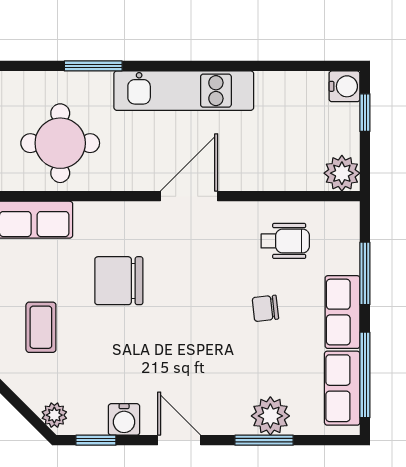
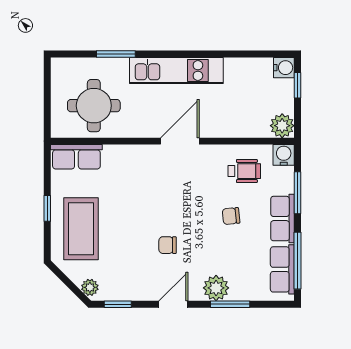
chair: (119, 281) -> (168, 245), moved, width x0.54, depth x0.54
coffee table: (41, 327) -> (81, 229), width x1.86, depth x1.72
plant: (270, 416) -> (216, 288), moved
water cooler: (124, 419) -> (284, 155), moved, turned 180
door: (179, 440) -> (173, 304), hinge flipped

